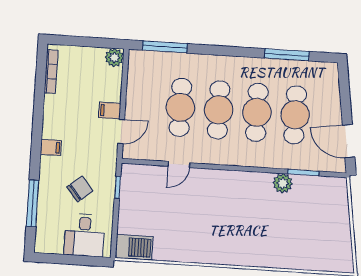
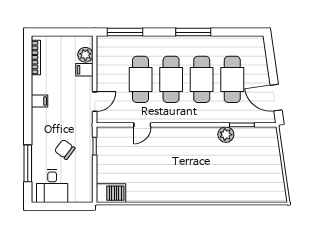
window: (287, 55) -> (193, 32), moved
plant: (114, 58) -> (85, 55), moved
filing cabinet: (110, 111) -> (84, 70), moved
filing cabinet: (51, 147) -> (39, 101), moved
chair: (80, 189) -> (65, 149), turned -103
desk: (84, 235) -> (52, 186), moved

